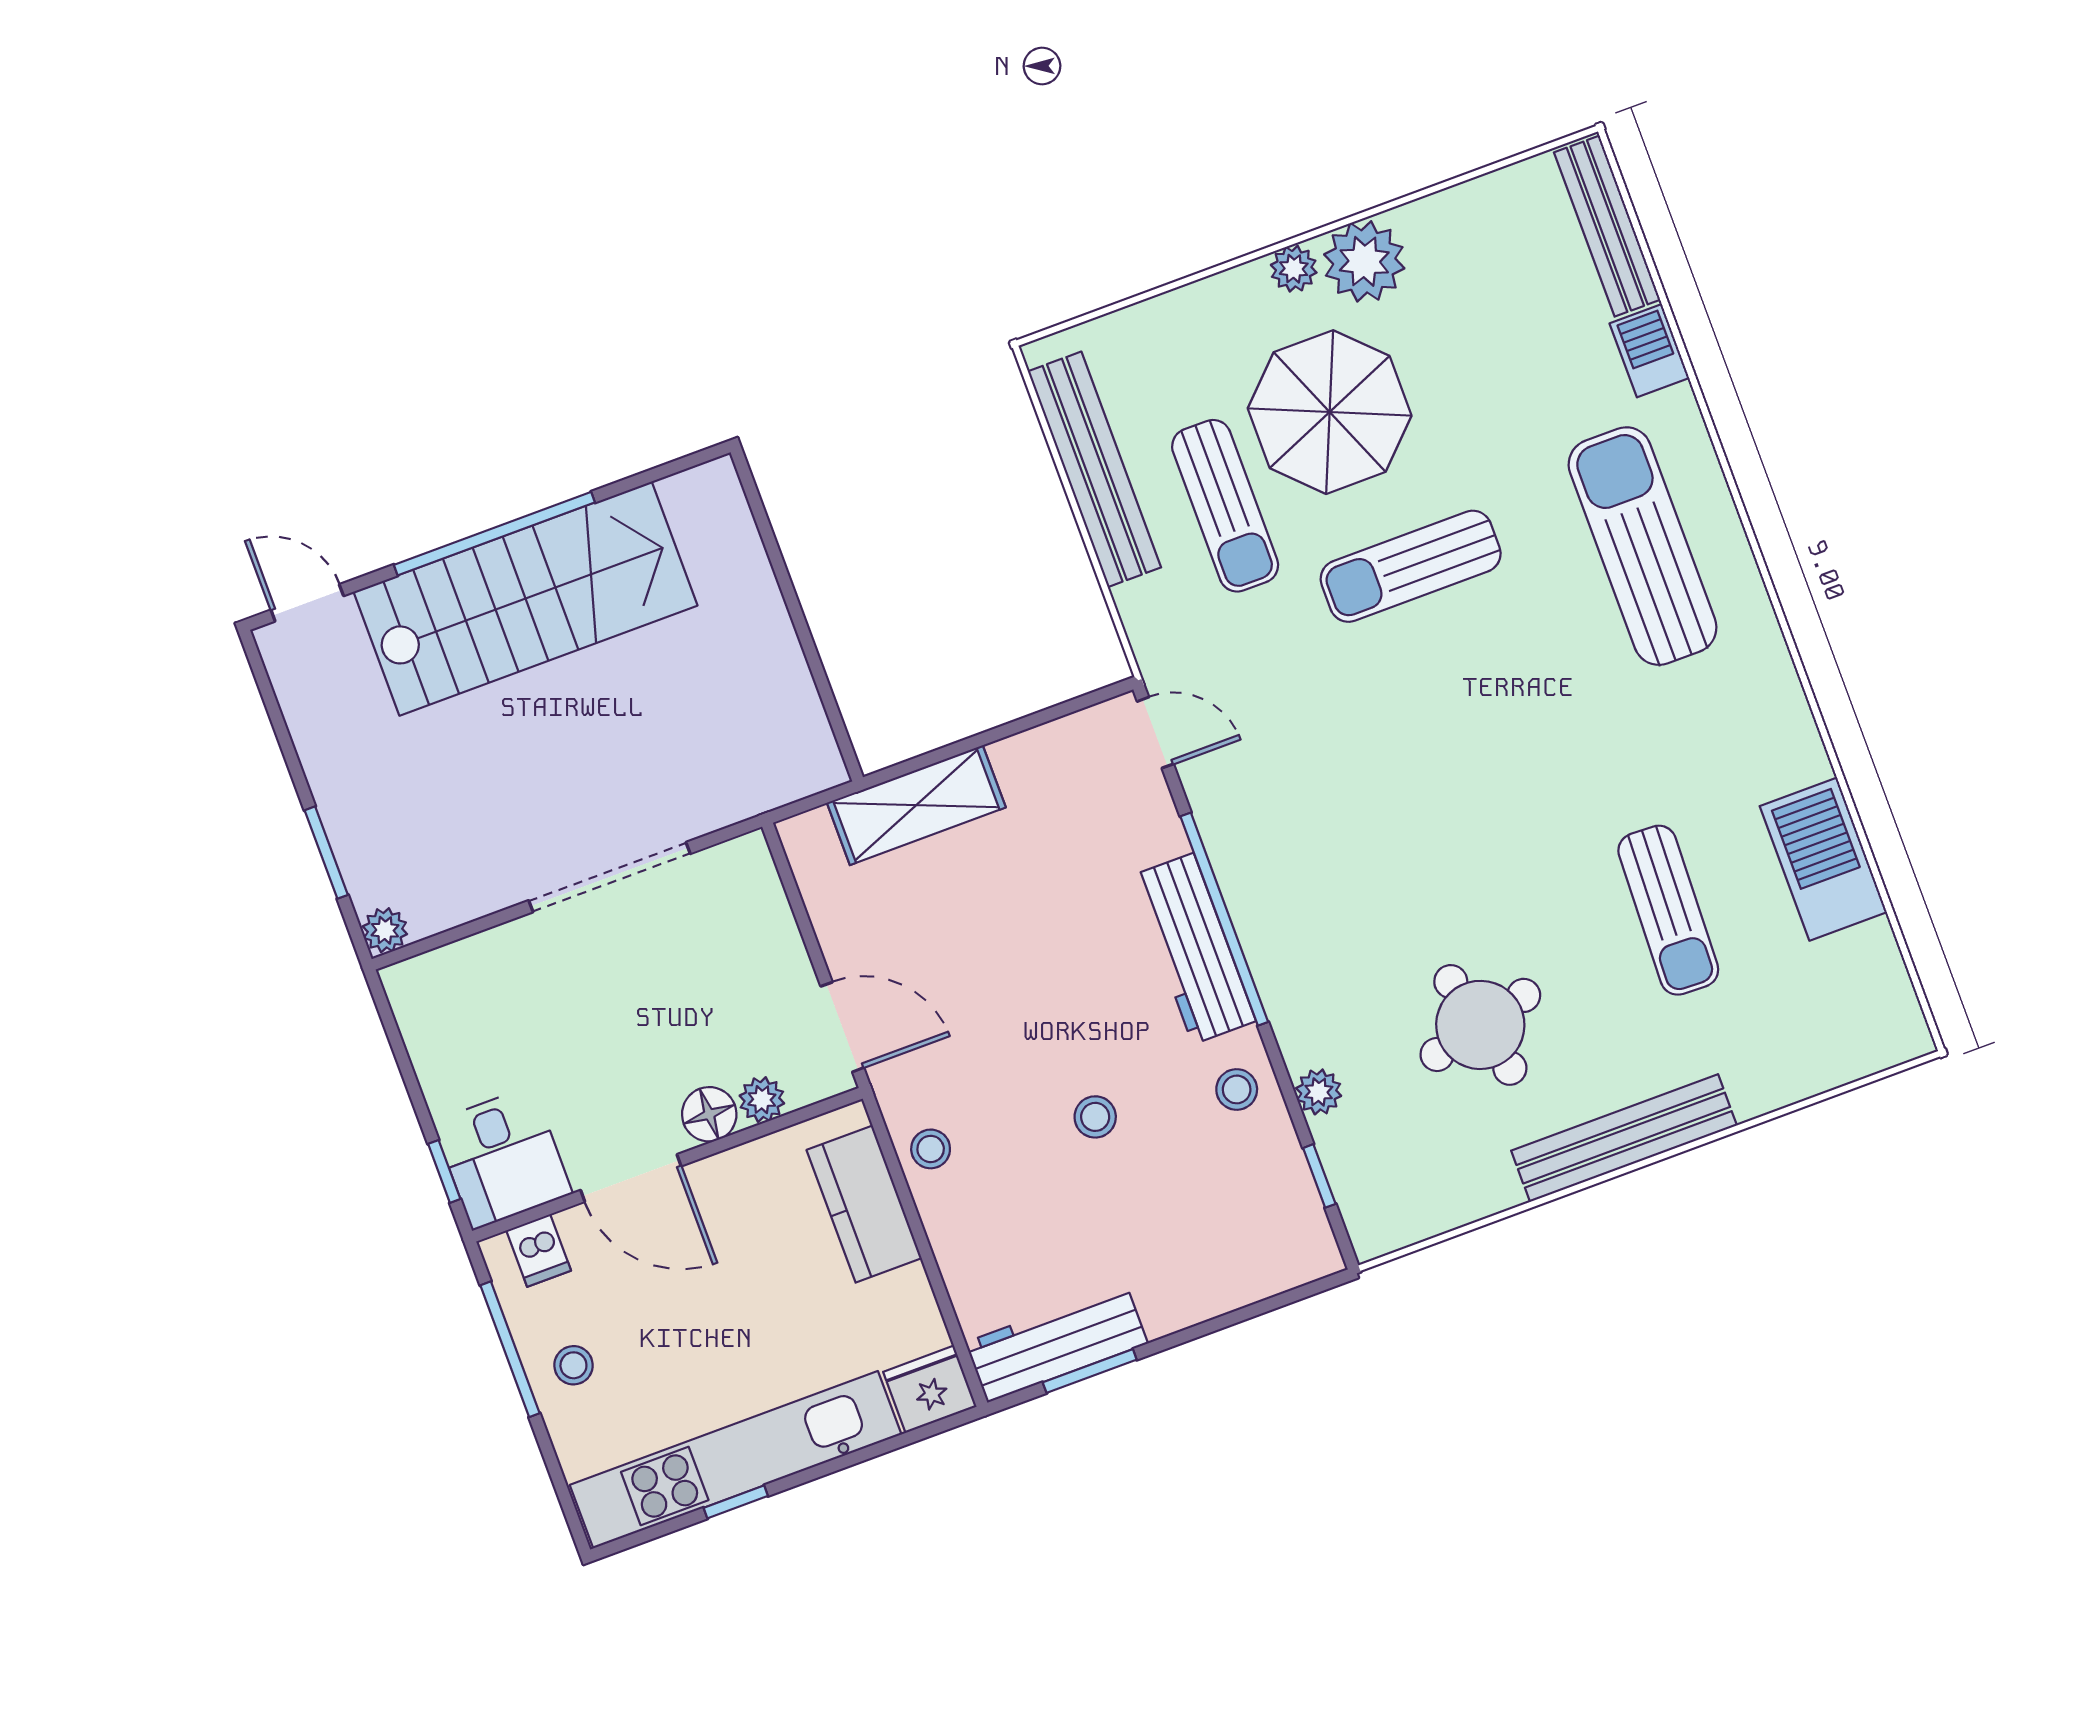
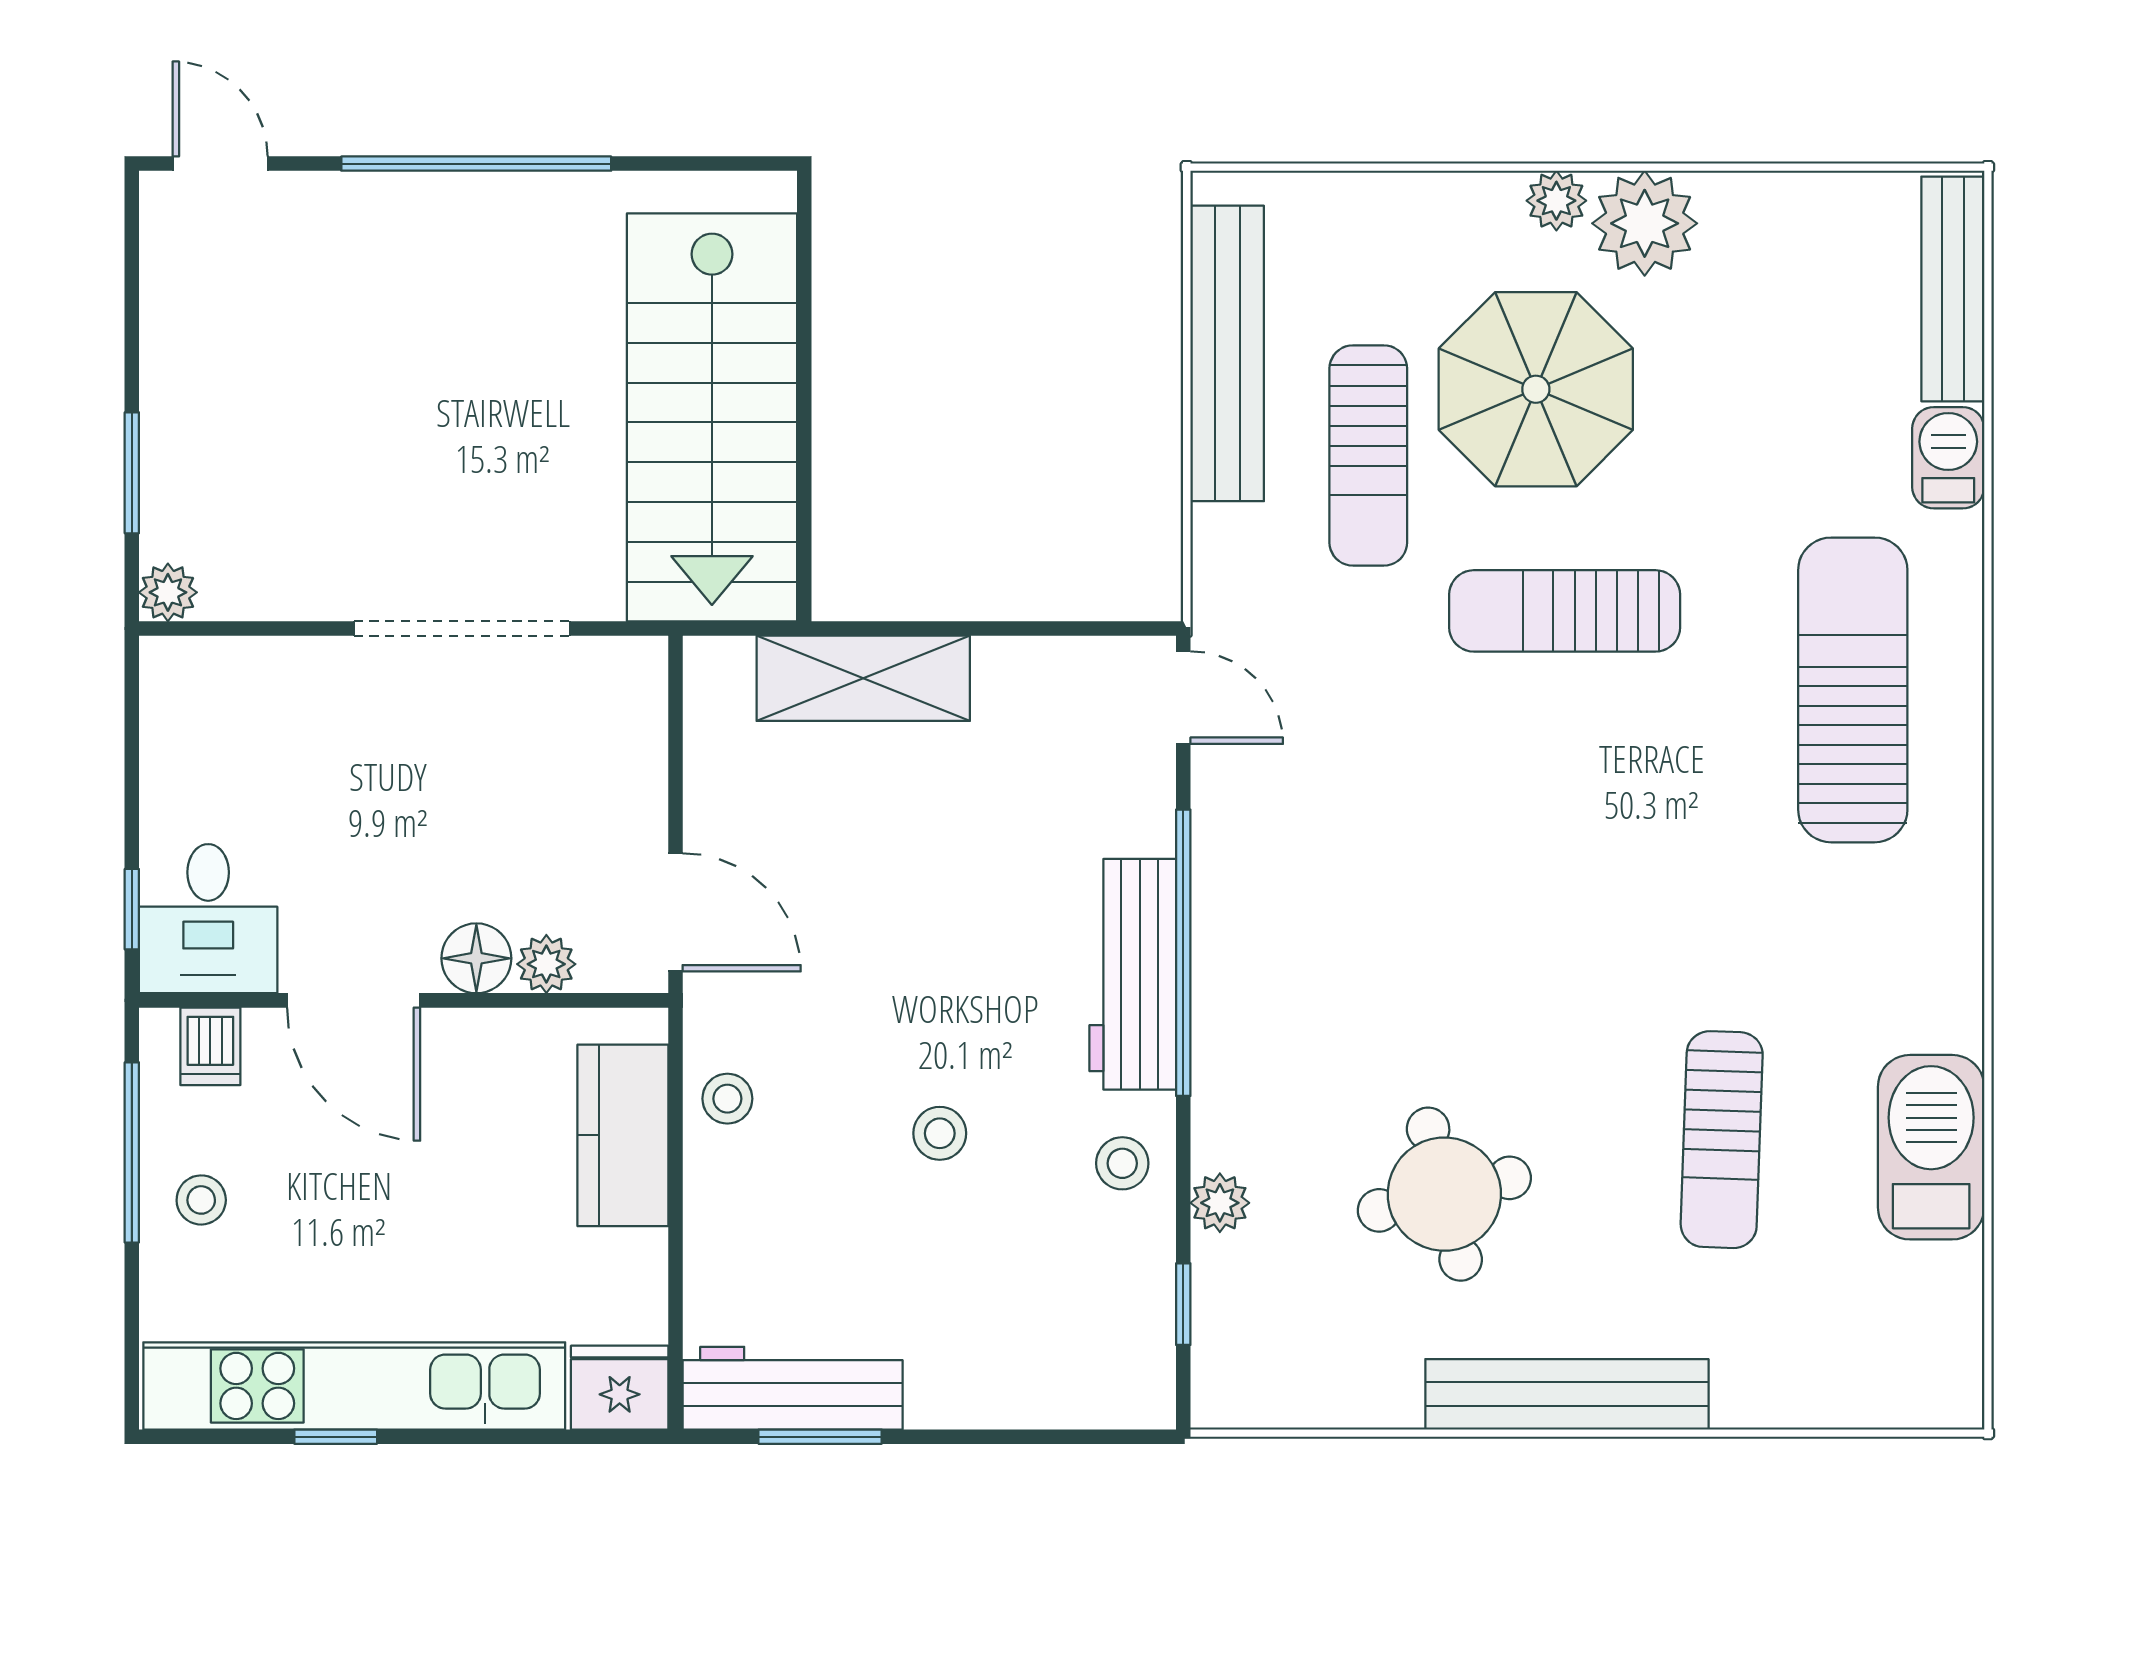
stairs: (525, 599) -> (712, 417), moved, turned 90

